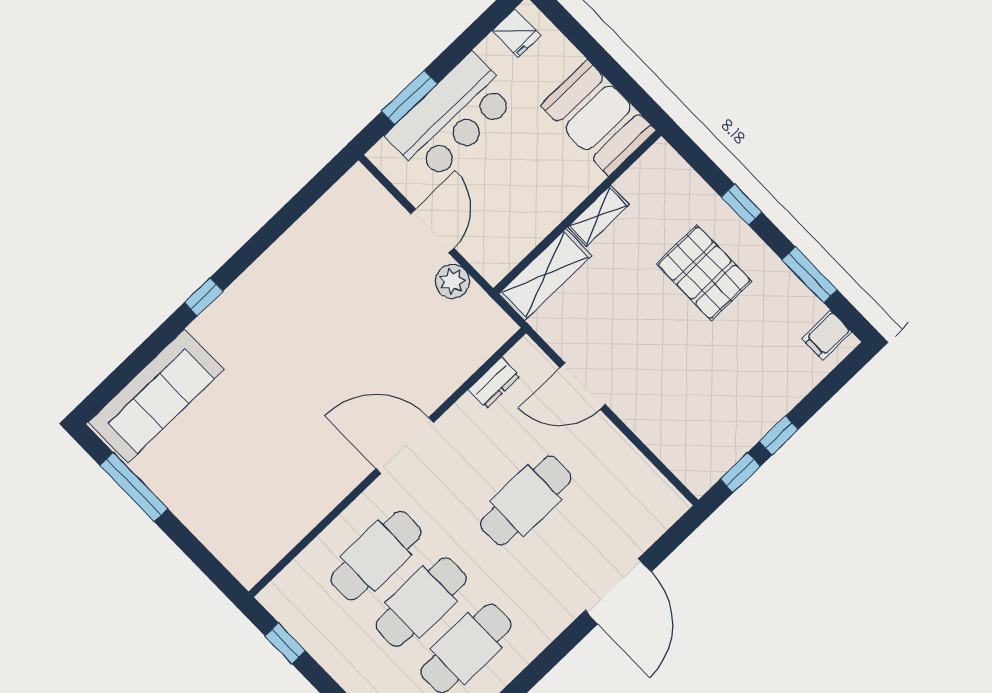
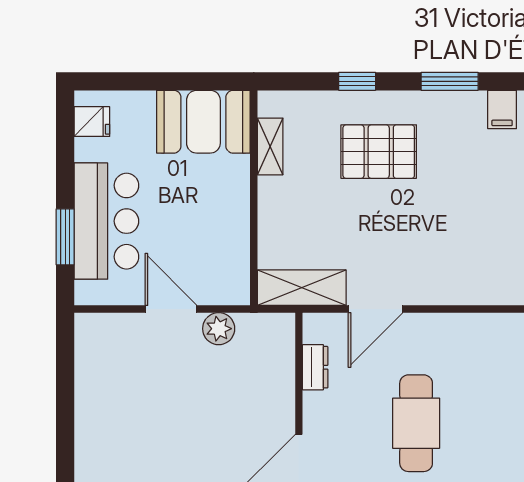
shelving: (598, 216) -> (270, 146), moved
shelving: (545, 275) -> (302, 288), moved, turned 90

